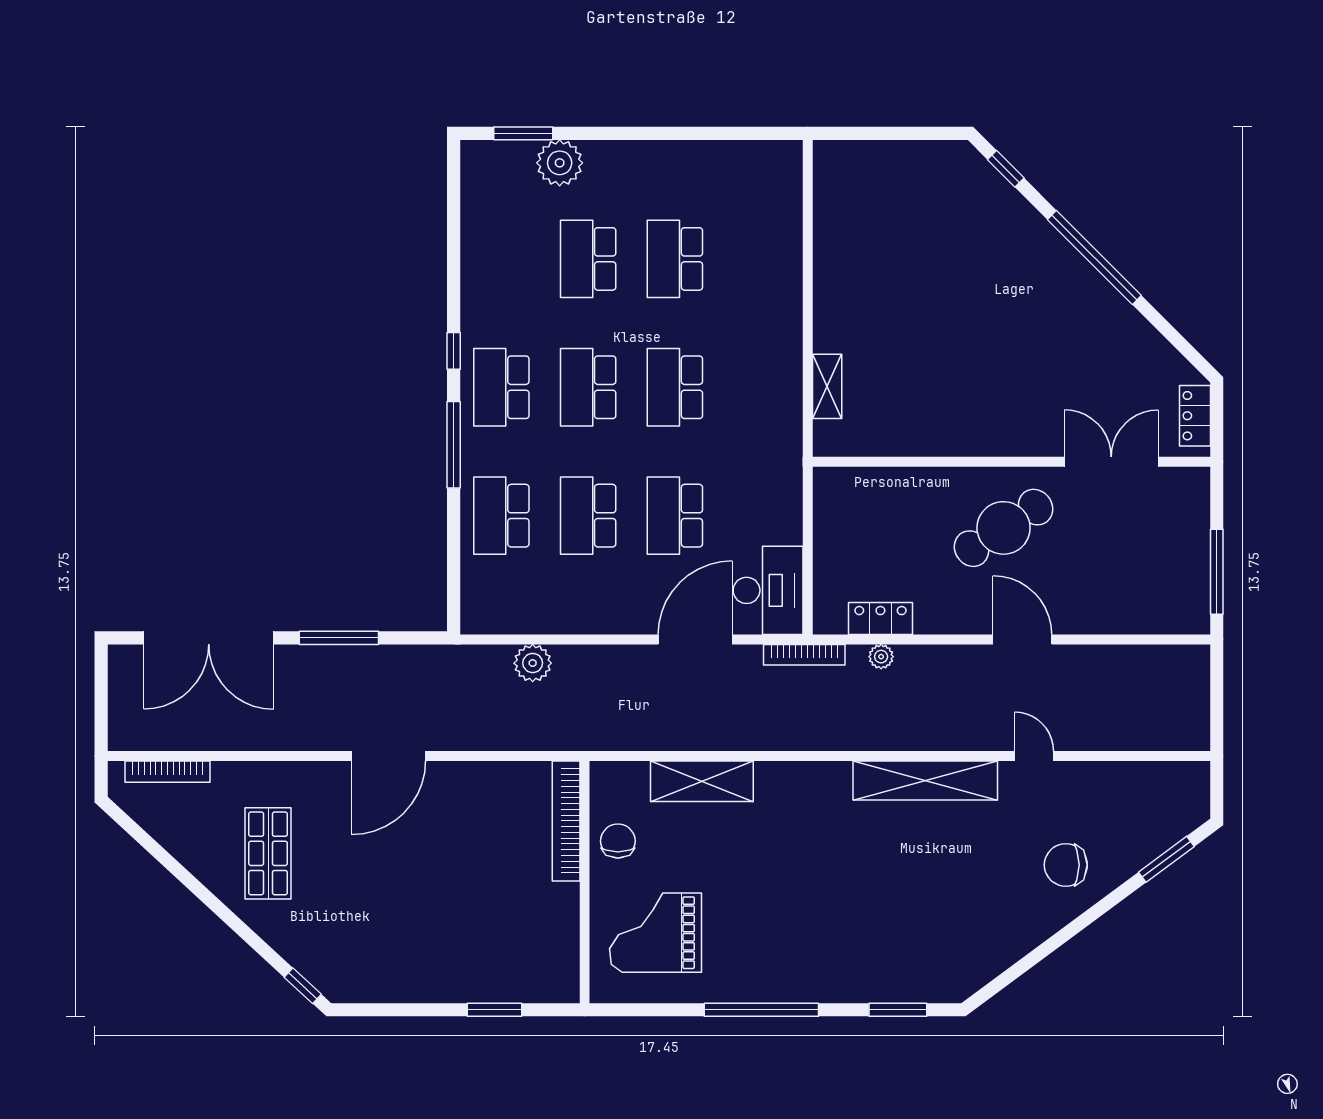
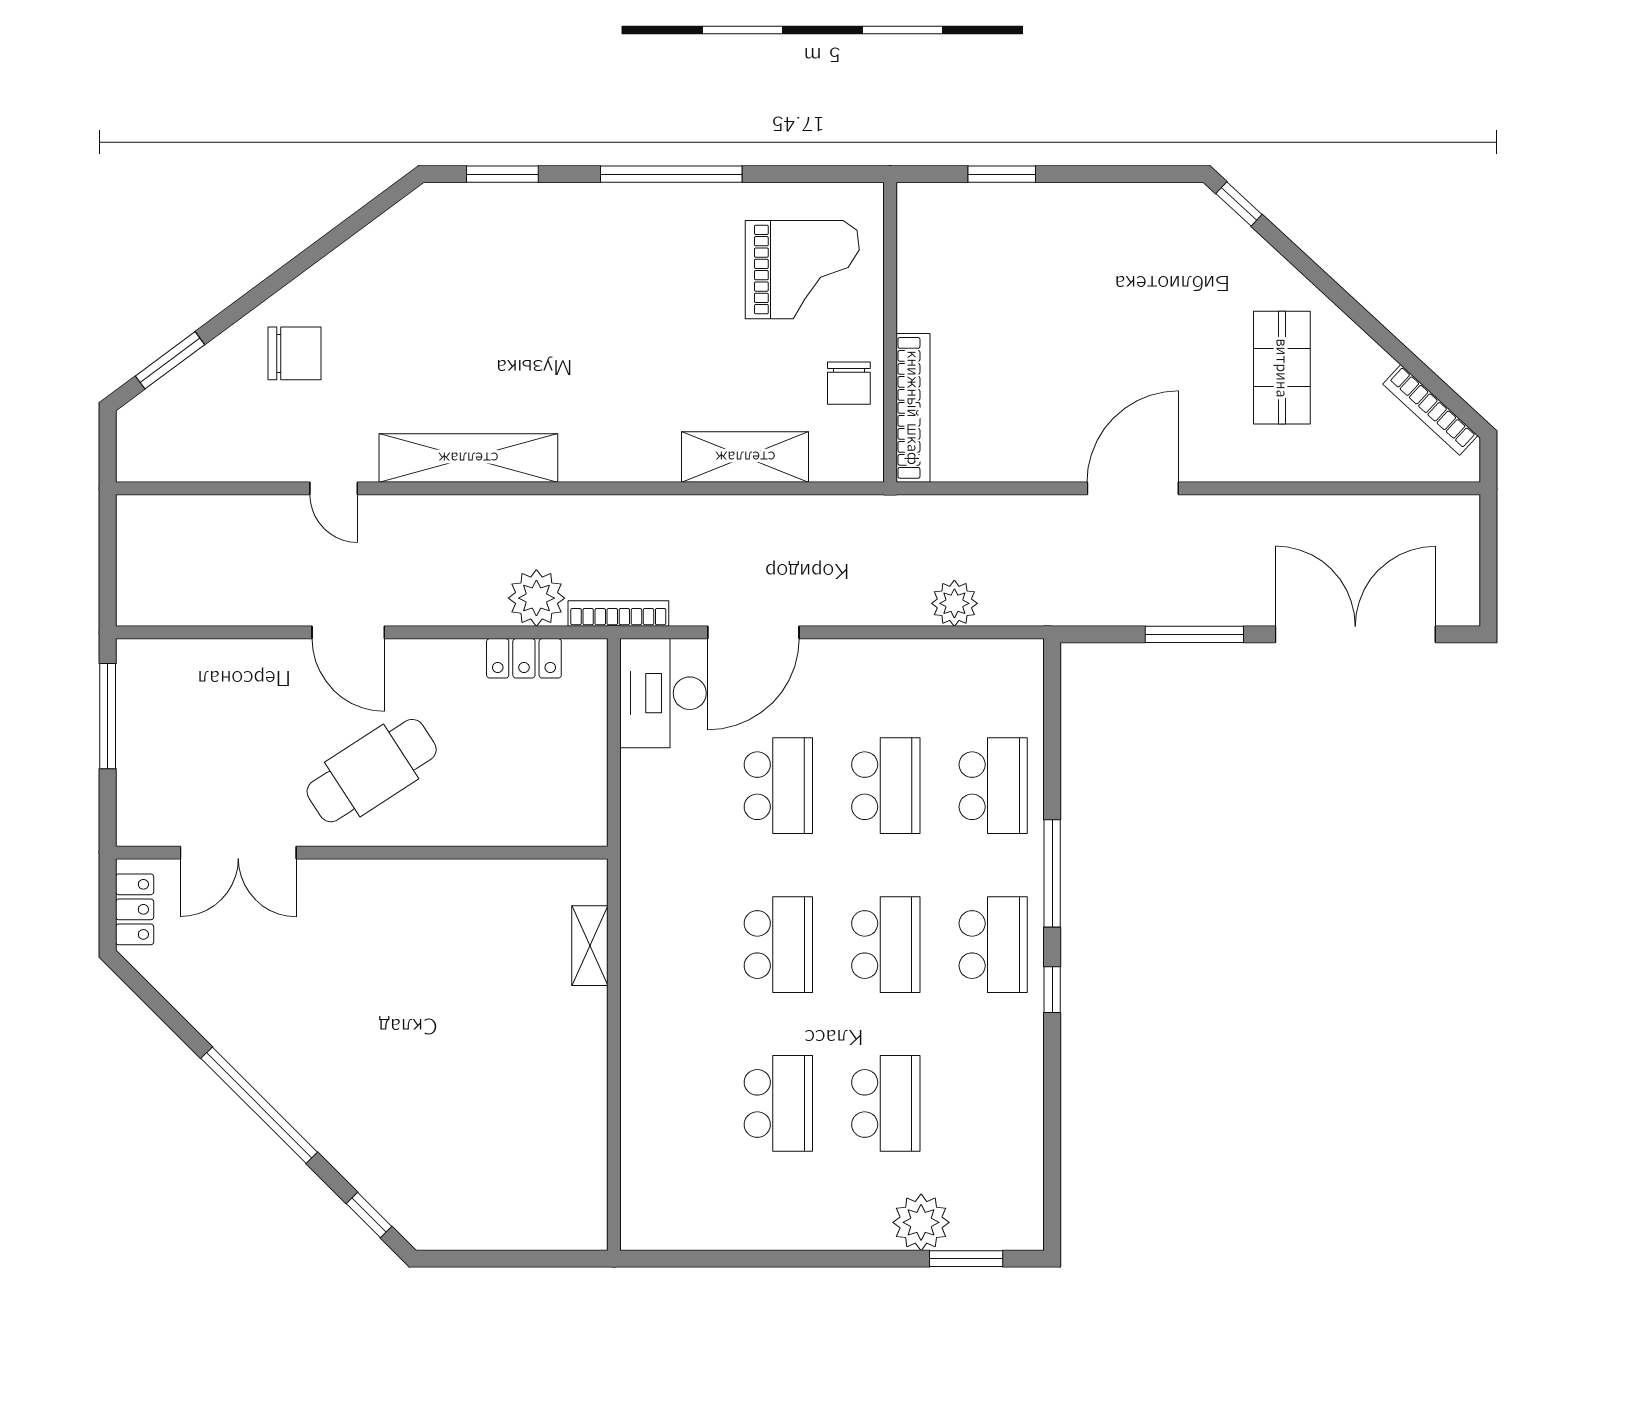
plant: (881, 657) -> (536, 598), width x1.88, depth x1.88
bookcase: (168, 772) -> (1430, 410), moved, turned -137

